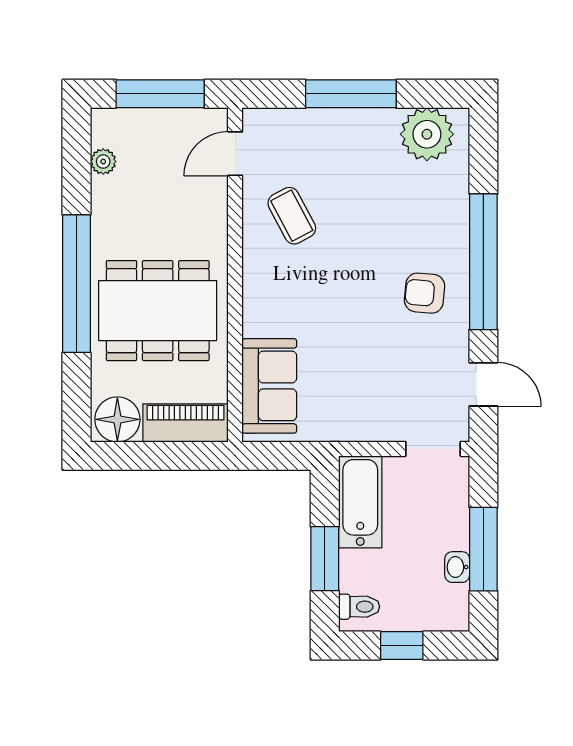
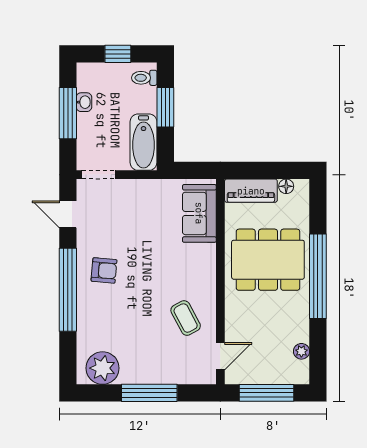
floor lamp: (117, 419) -> (286, 186), width x0.53, depth x0.53

